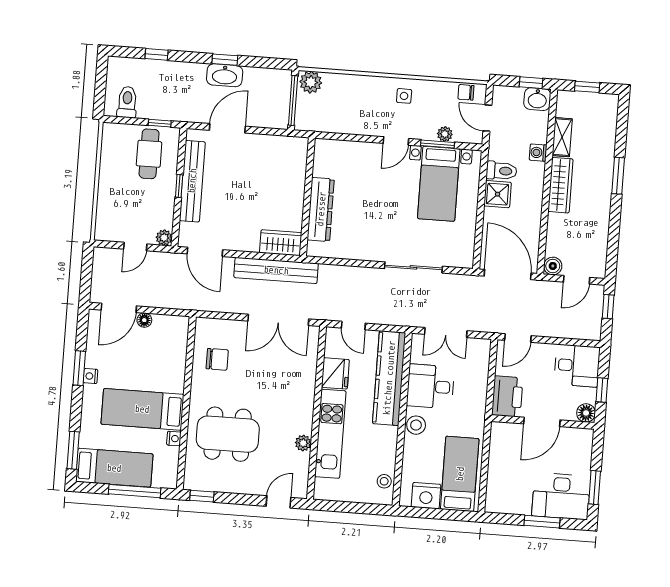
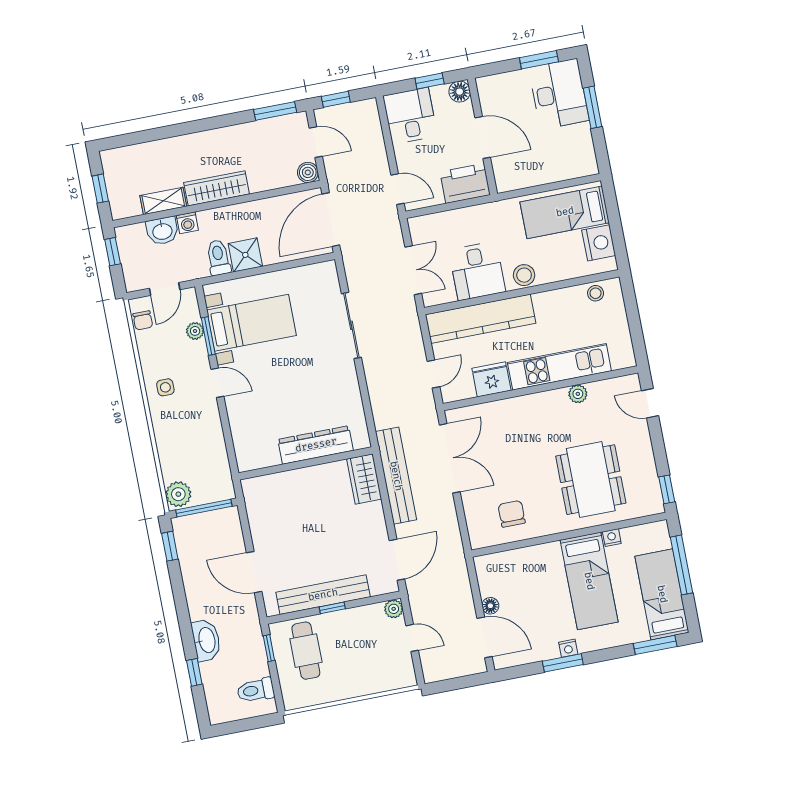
window: (225, 60) -> (170, 546), moved
washbasin: (225, 75) -> (206, 640), moved
washbasin: (537, 99) -> (162, 231), moved, turned 90
cafe table: (149, 154) -> (306, 651), turned 90
window: (618, 176) -> (275, 111), moved

